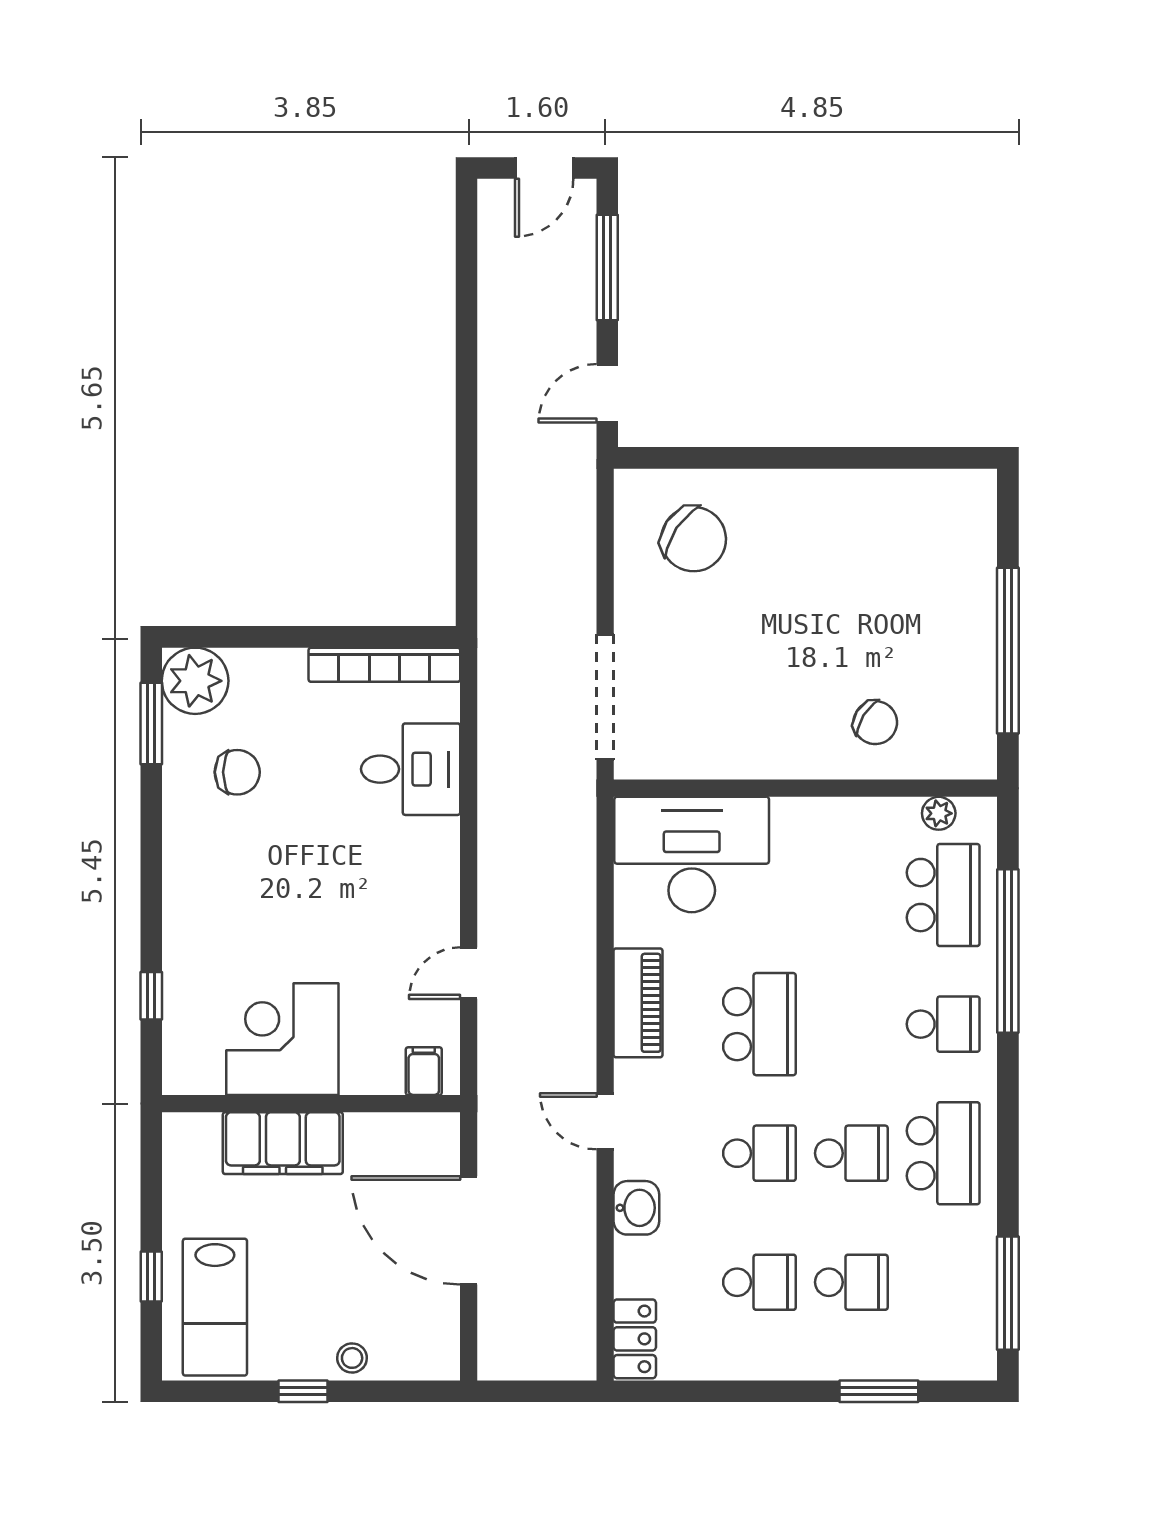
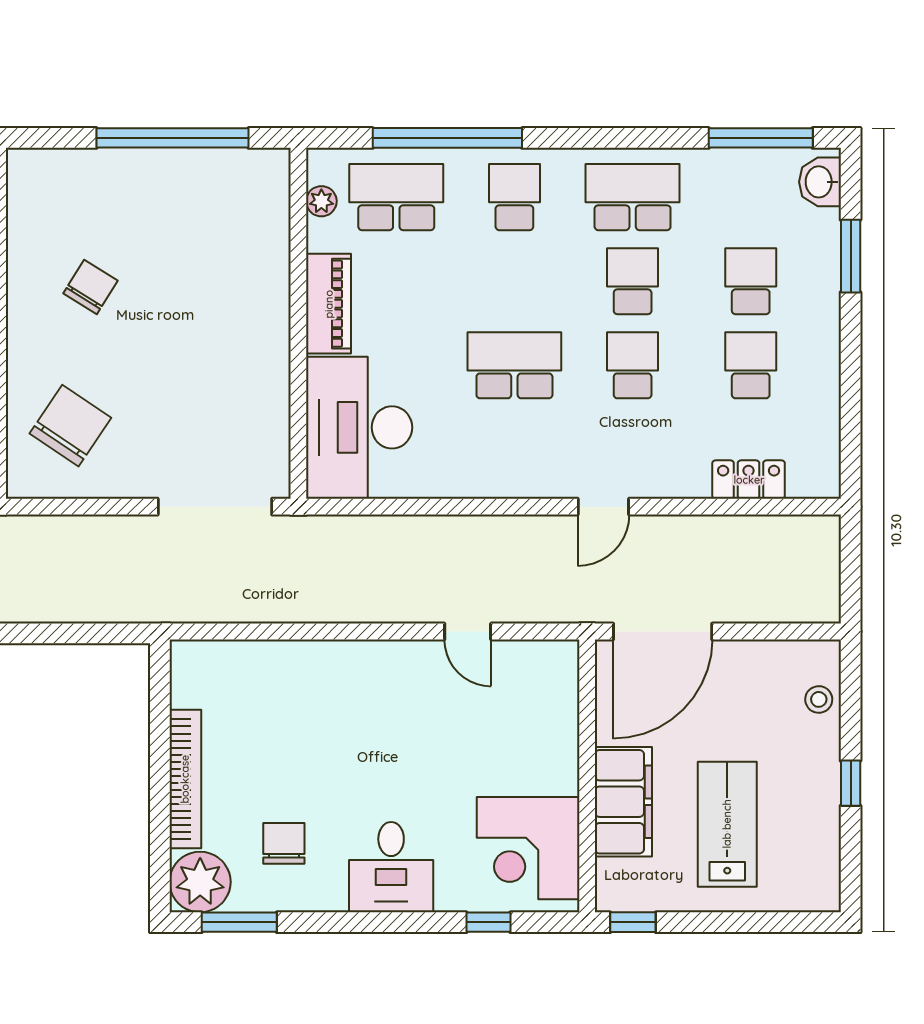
bookcase: (384, 665) -> (185, 779), moved
chair: (875, 723) -> (91, 287), moved
desk: (411, 769) -> (391, 867), moved, turned 180
piano: (638, 1003) -> (329, 304), moved, turned 90
corner desk: (282, 1039) -> (528, 848), moved
filing cabinet: (424, 1071) -> (557, 673), removed
washbasin: (636, 1208) -> (820, 182), moved, turned -90
door: (469, 1230) -> (663, 631), moved
window: (151, 1277) -> (633, 922), moved
lab bench: (215, 1307) -> (727, 824), moved, turned -90
locker: (635, 1339) -> (749, 480), moved
stool: (352, 1358) -> (819, 699), moved

